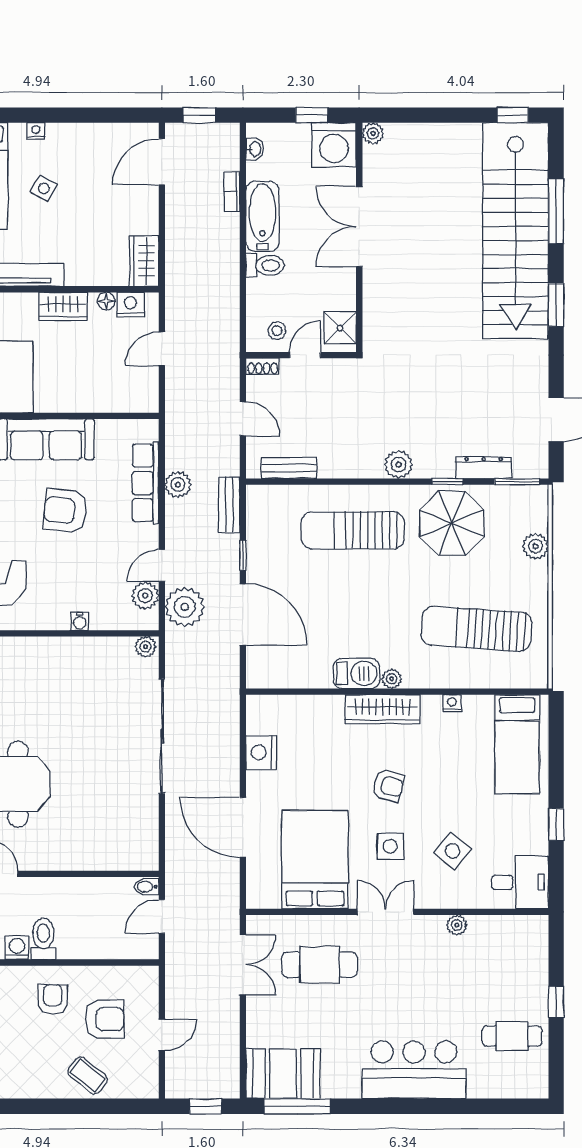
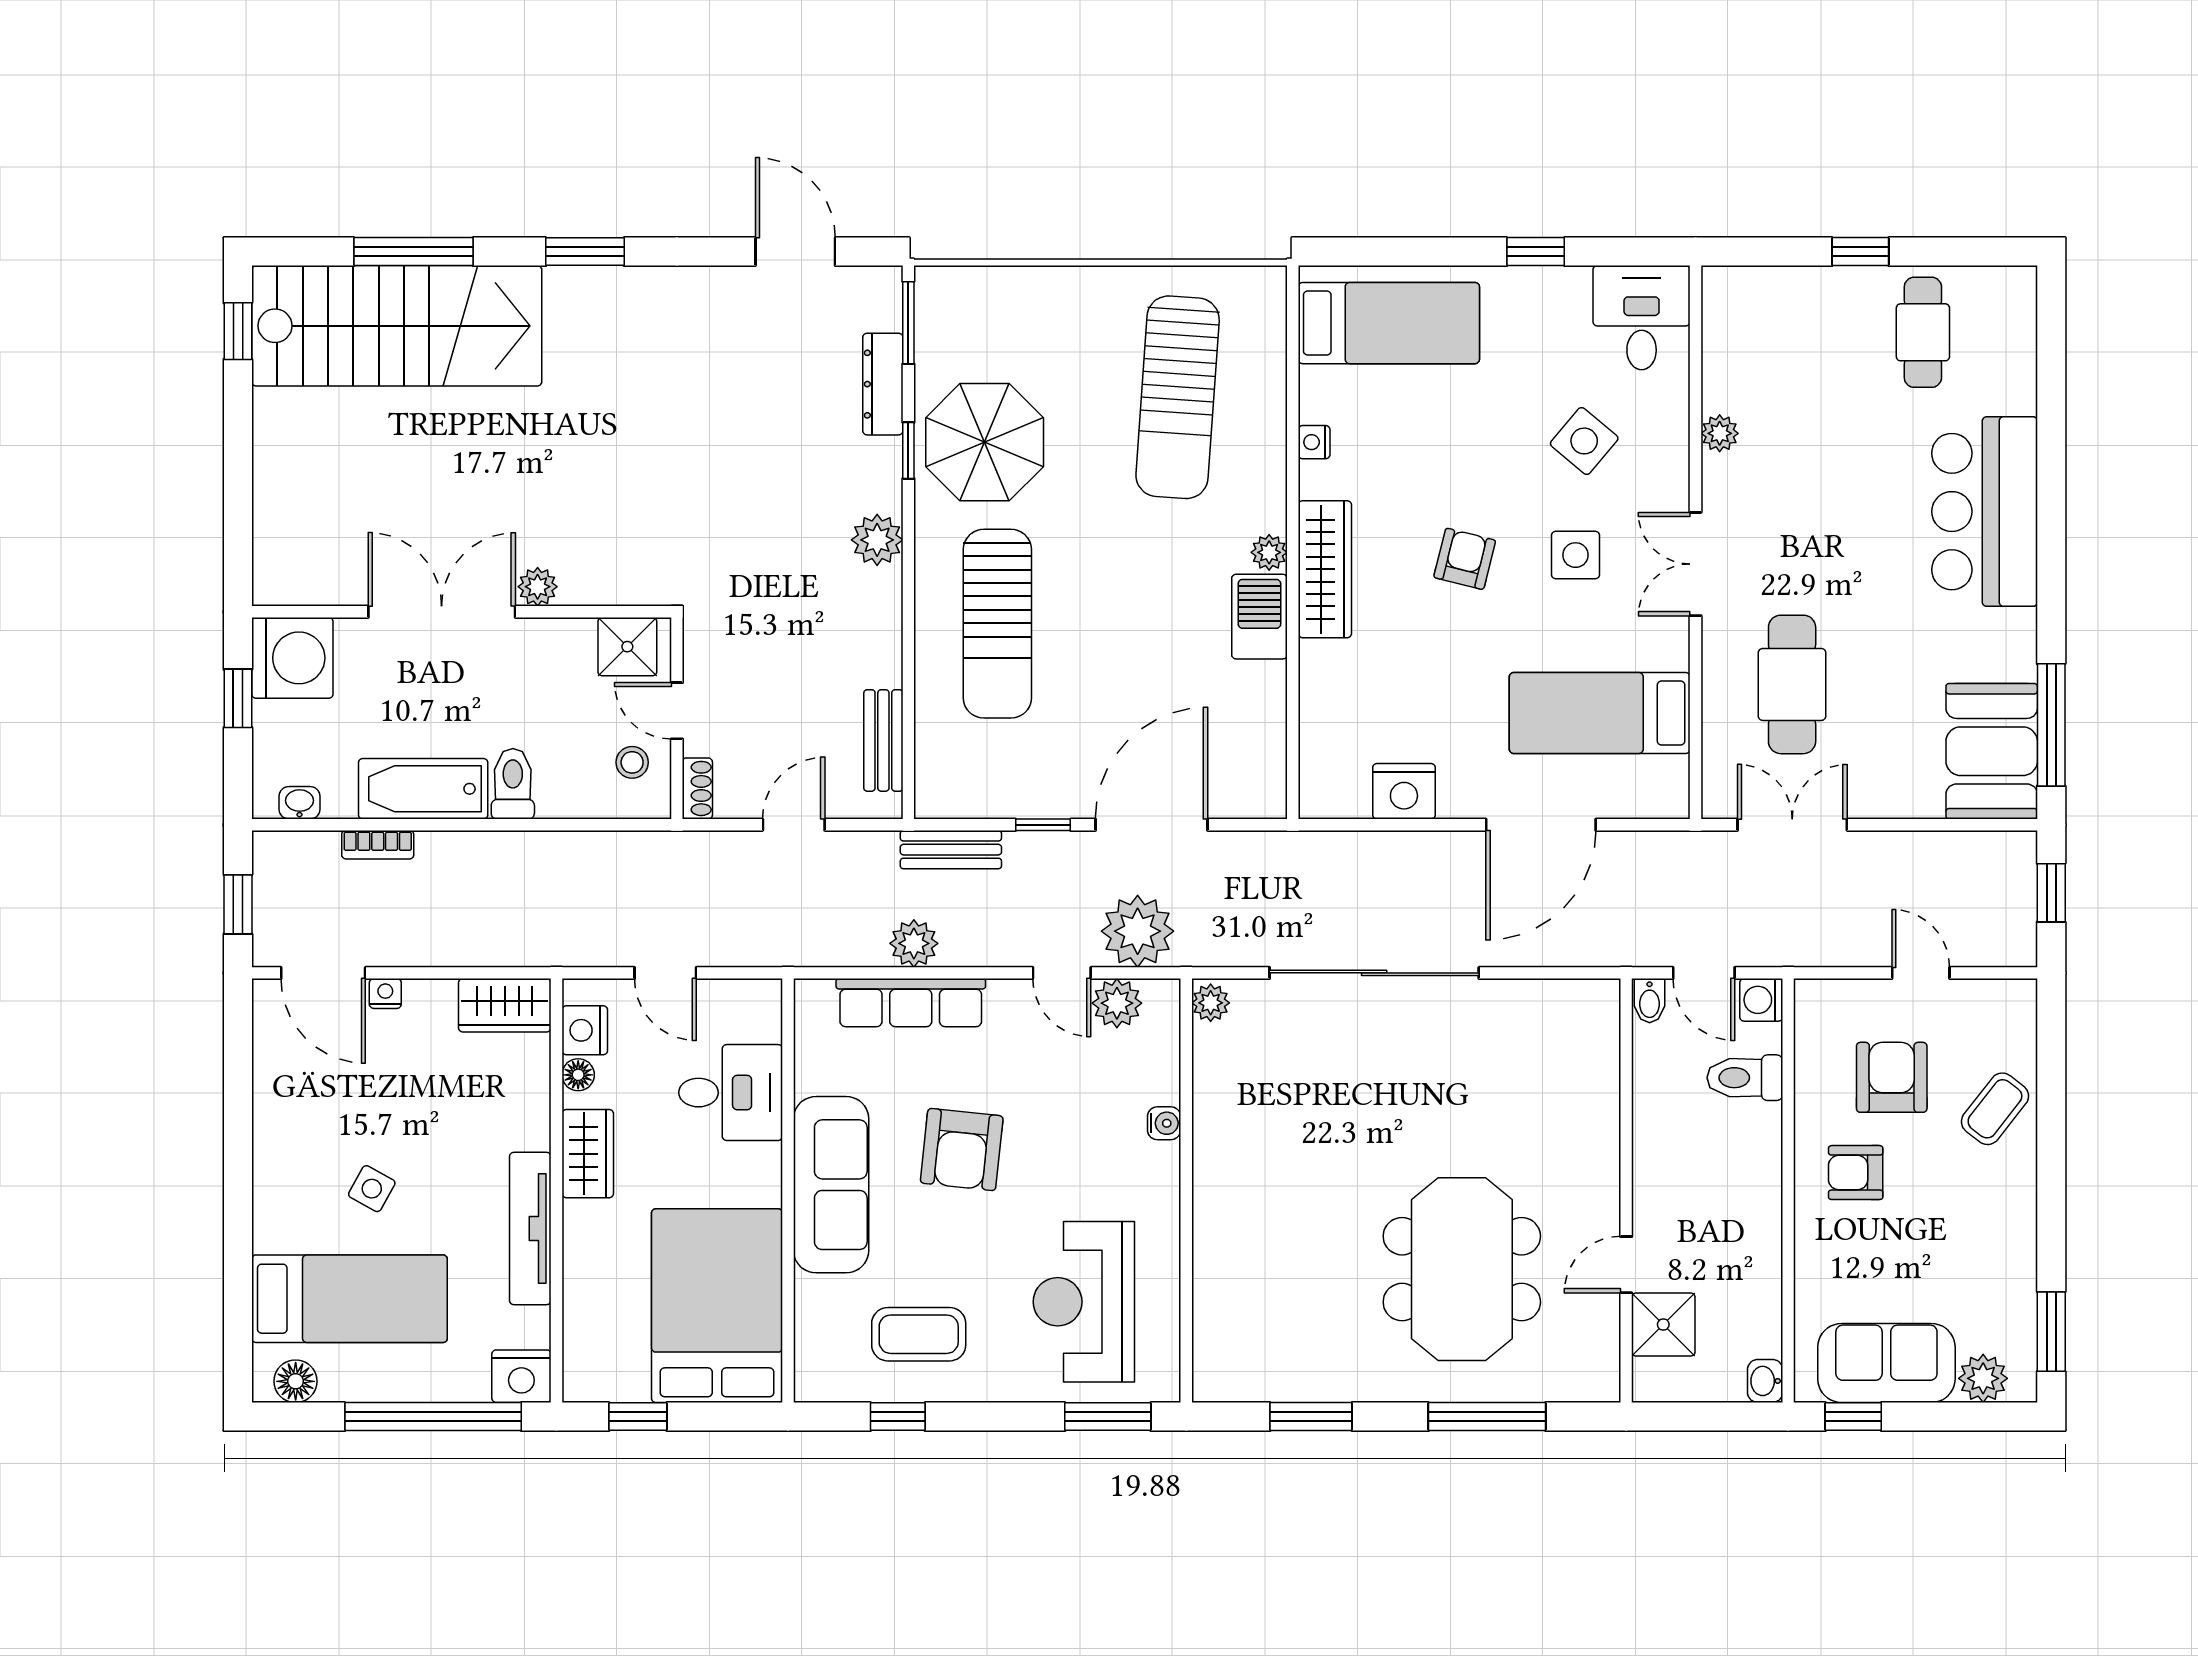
nightstand: (36, 131) -> (385, 993), moved, turned 90
plant: (373, 133) -> (538, 587), moved
double door: (359, 227) -> (442, 612), swing flipped
stairs: (516, 231) -> (397, 326), width x0.73
desk: (96, 384) -> (731, 1093), added
plant: (535, 546) -> (1027, 289), removed
bed: (315, 859) -> (1600, 713), width x0.67
toilet: (43, 939) -> (1745, 1078), moved
washing machine: (17, 948) -> (1761, 1000), moved

